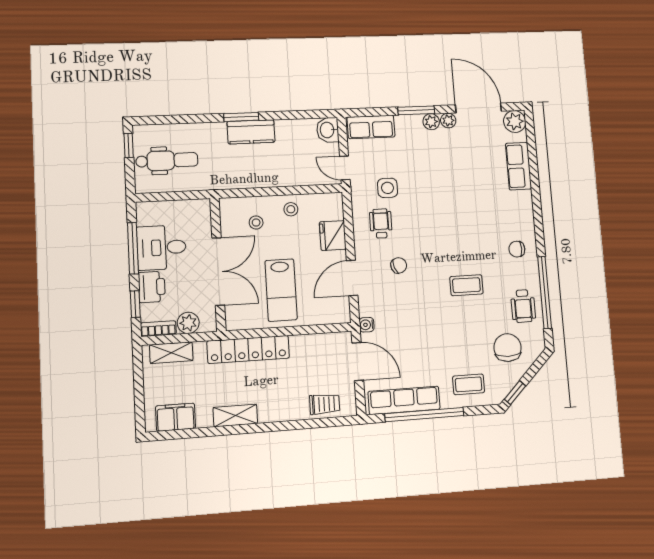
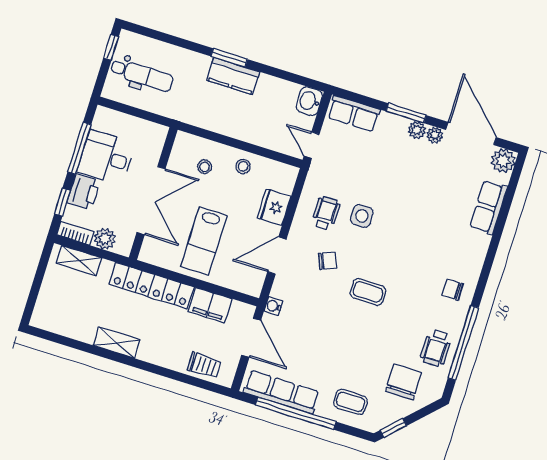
side table: (388, 188) -> (362, 216), moved
coffee table: (466, 285) -> (368, 292), moved
filing cabinet: (176, 417) -> (210, 305), moved, turned 180

